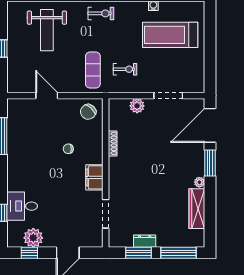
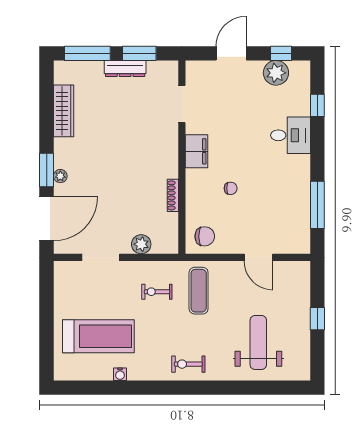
chair: (88, 112) -> (205, 236), turned 46
plant: (199, 182) -> (60, 176), moved
desk: (22, 206) -> (291, 135), moved
dresser: (145, 241) -> (125, 68), width x1.44

